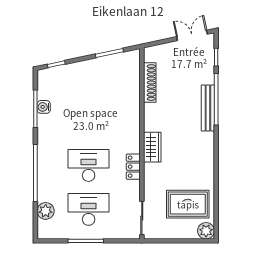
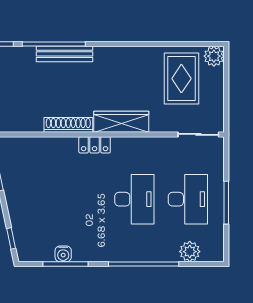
shoe rack: (150, 83) -> (68, 125), moved
wardrobe: (152, 147) -> (121, 122), width x1.50
desk: (89, 165) -> (134, 199), turned 180
locker: (133, 167) -> (95, 145), moved
desk: (89, 209) -> (188, 199), turned 180

